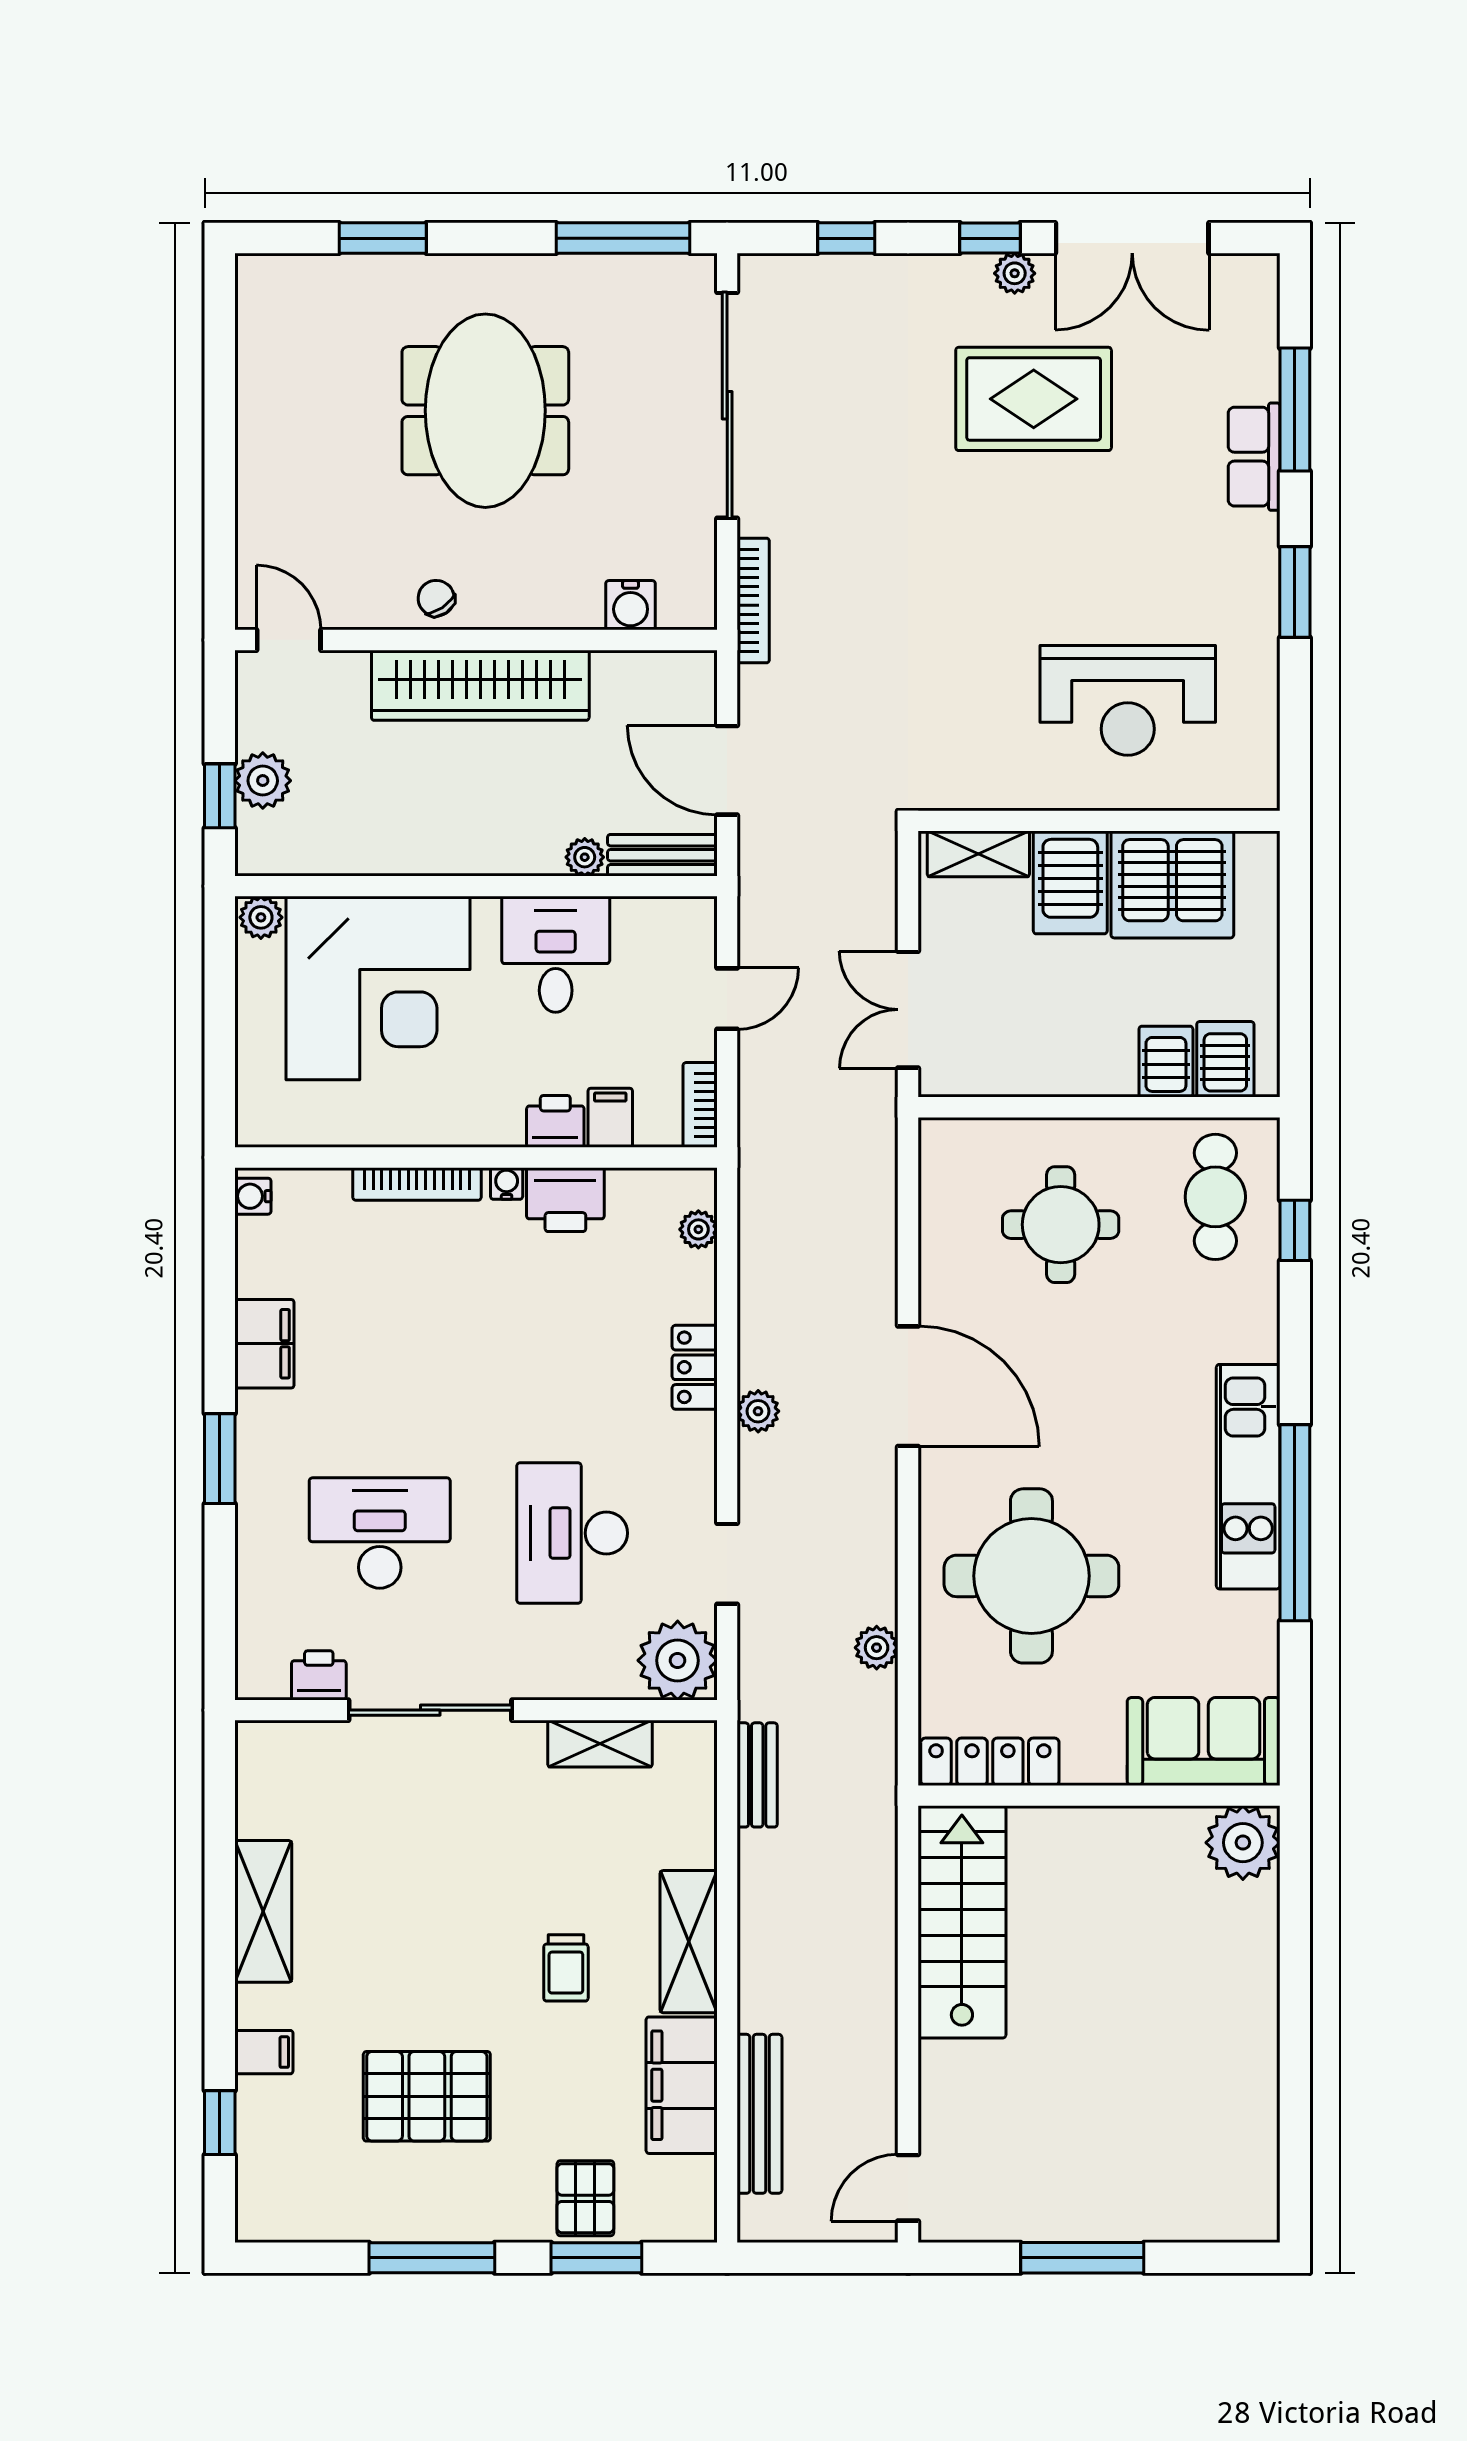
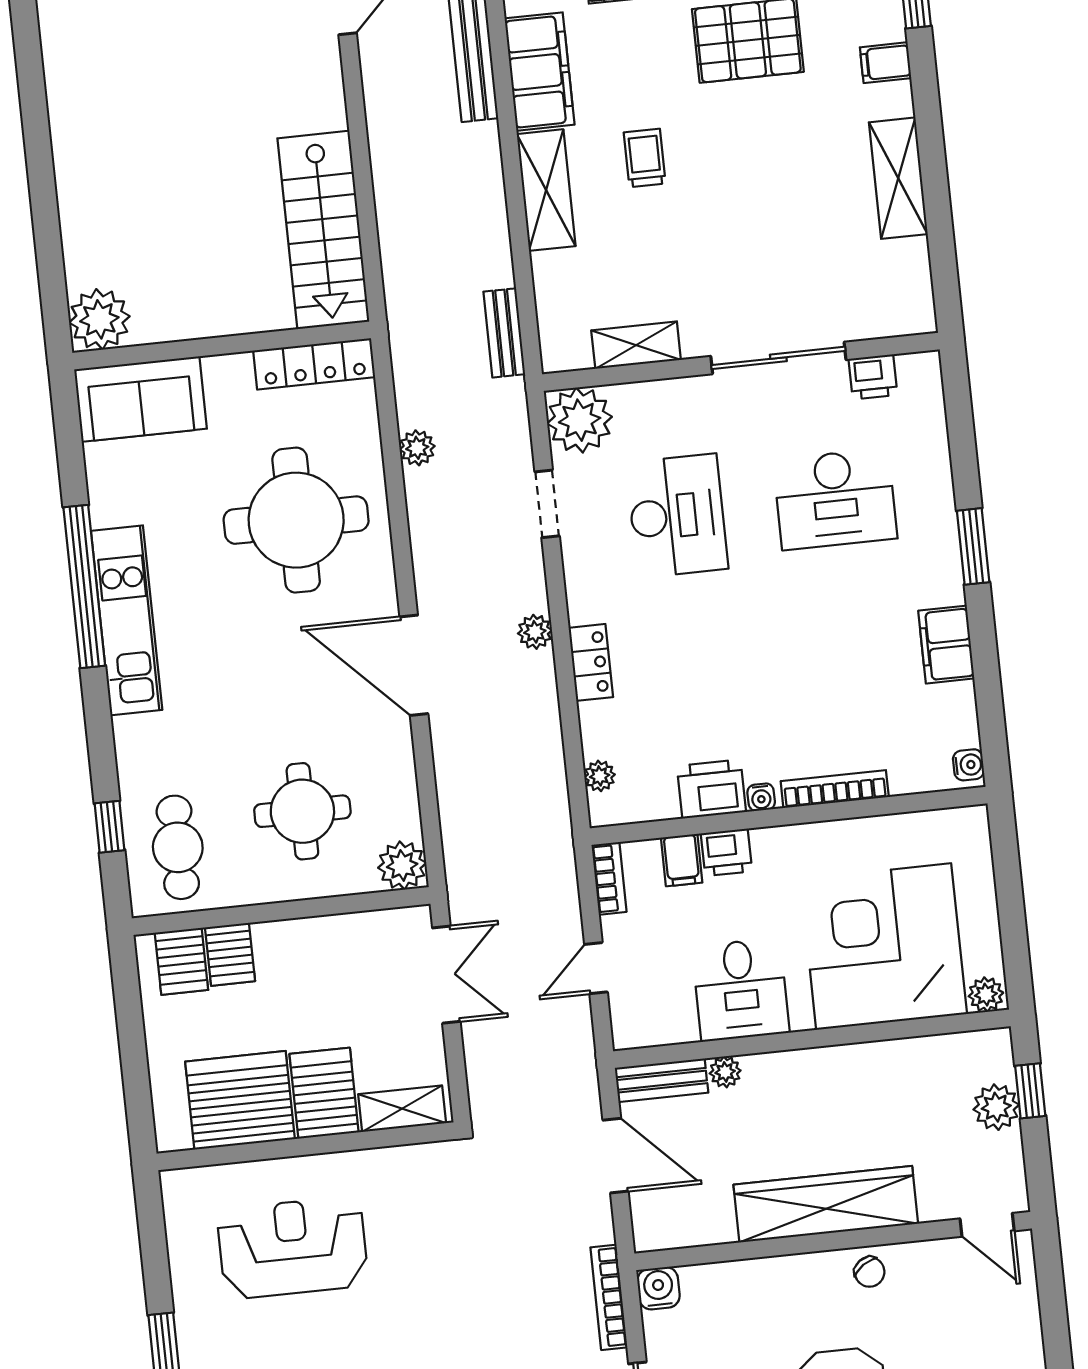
water cooler: (631, 605) -> (658, 1288), moved
plant: (948, 1147) -> (402, 865), added

